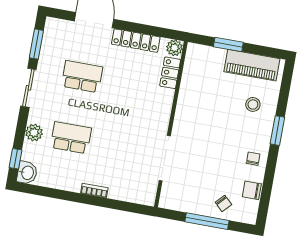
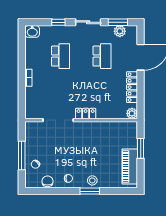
locker: (170, 73) -> (86, 114), moved
stool: (253, 104) -> (92, 180), moved
plant: (34, 133) -> (120, 31), moved
window: (16, 159) -> (58, 22), moved

